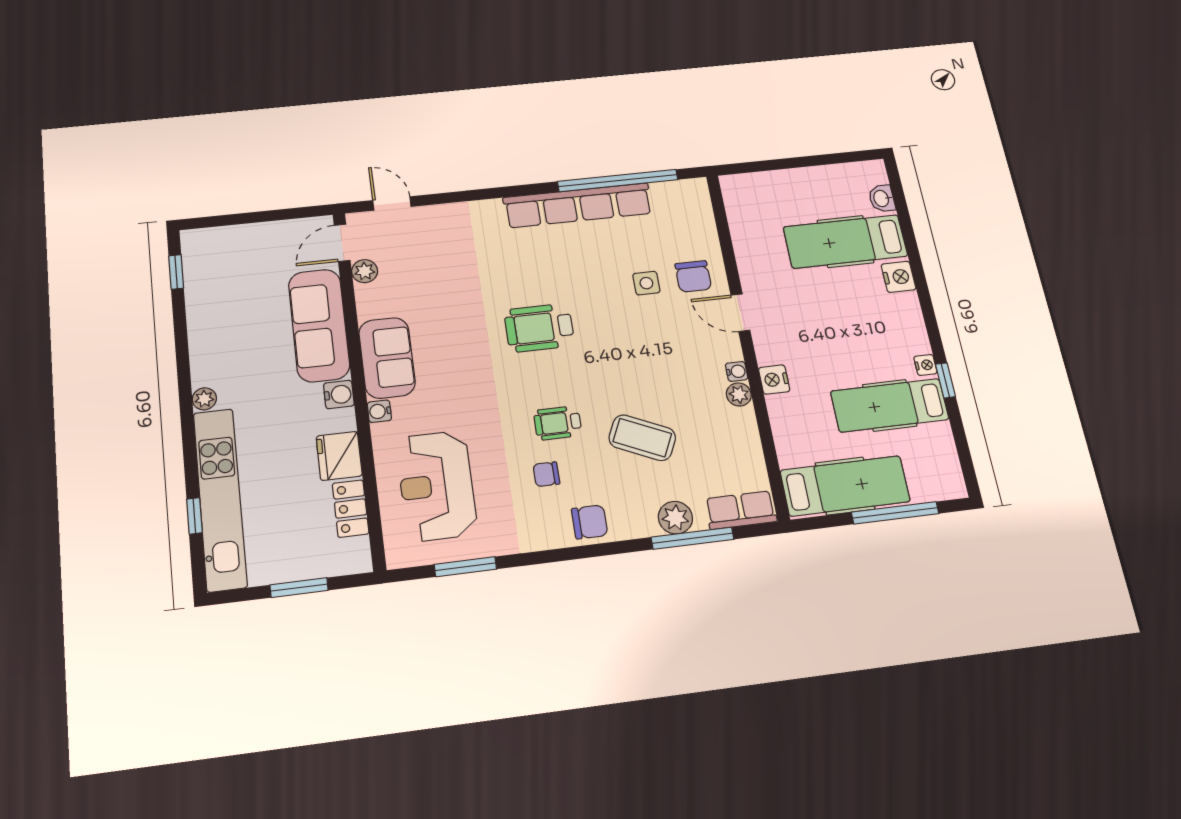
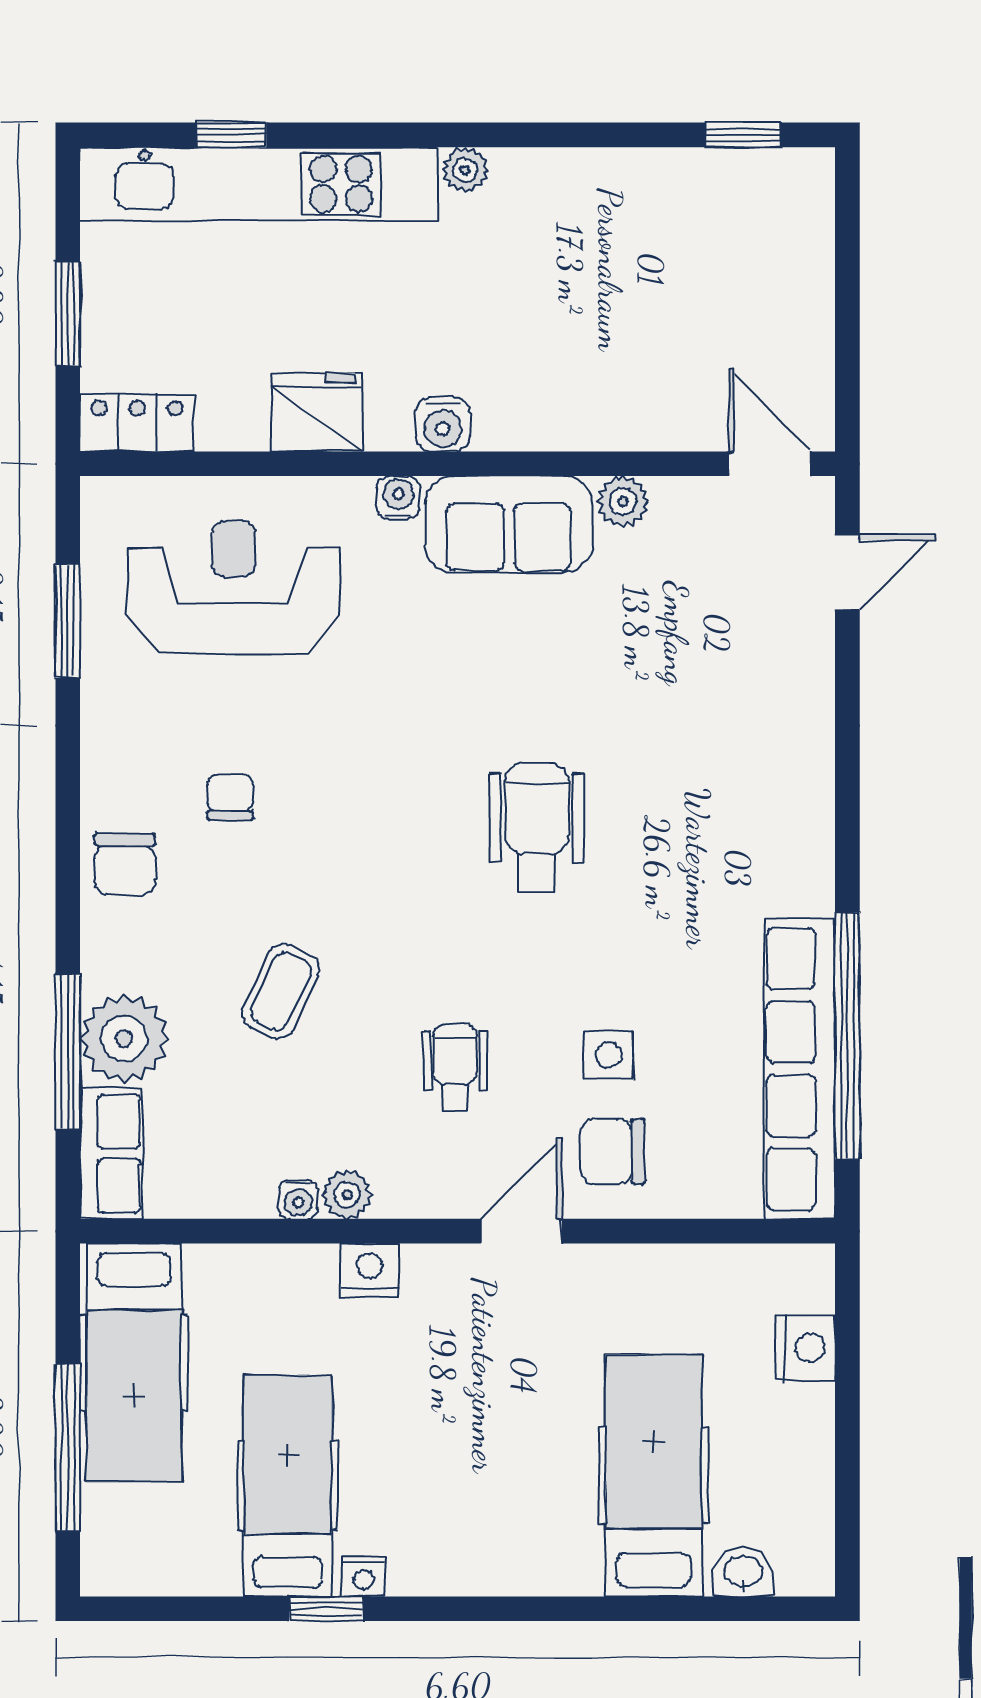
row of seats: (578, 205) -> (800, 1069), moved
plant: (365, 271) -> (623, 502), moved
nightstand: (899, 277) -> (805, 1348), moved, turned -90
sofa: (319, 325) -> (594, 401), removed
water cooler: (737, 371) -> (298, 1199), moved
wheelchair: (558, 423) -> (455, 1067), moved
coffee table: (642, 438) -> (281, 991), width x0.73, depth x0.77
locker: (351, 509) -> (137, 423), moved
plant: (675, 518) -> (124, 1039), width x1.36, depth x1.36

